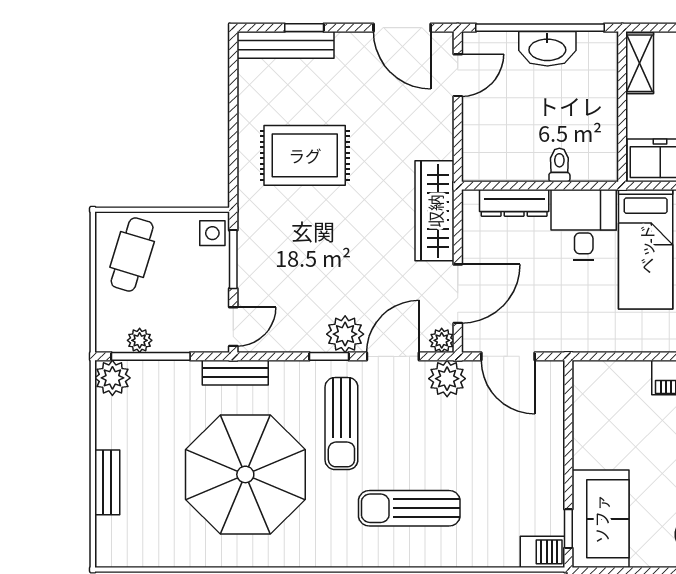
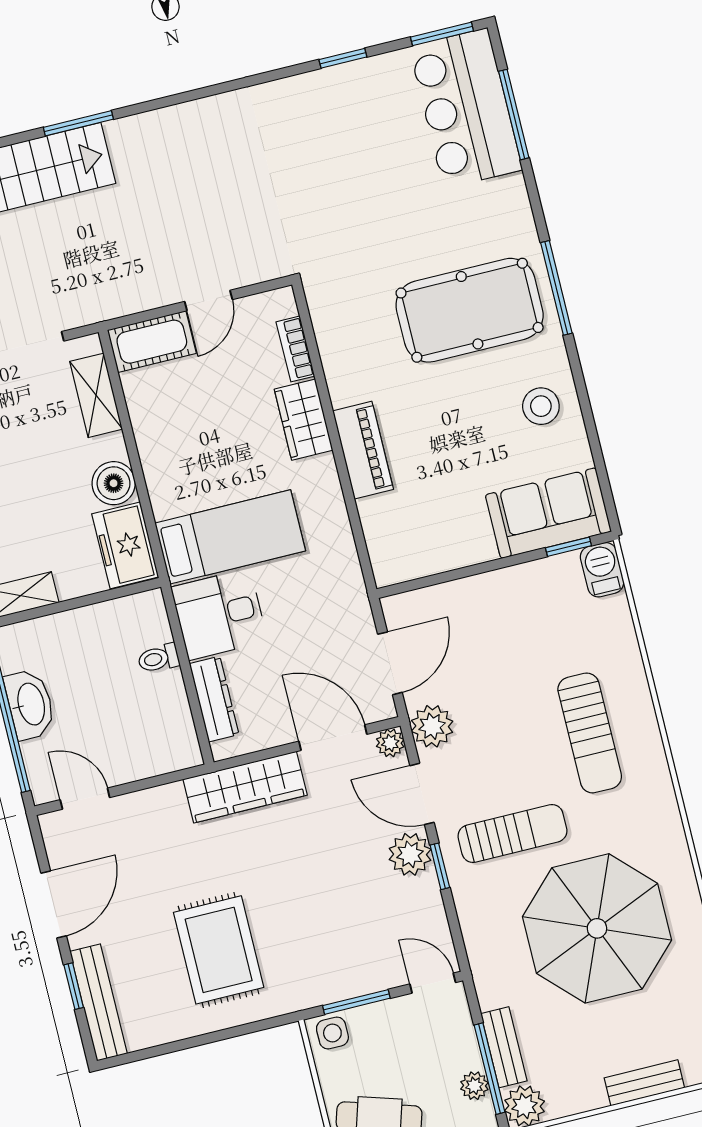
door: (402, 28) -> (54, 904), moved
bench: (235, 373) -> (504, 1047), moved

